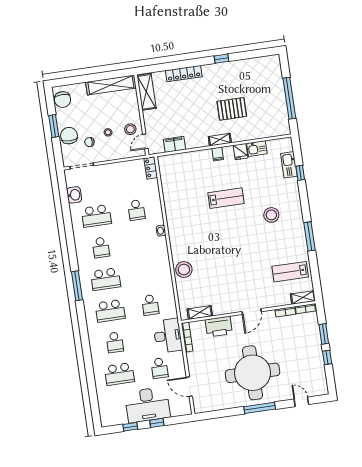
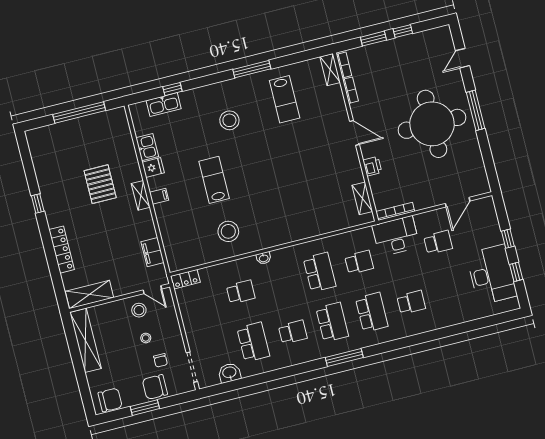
stool: (184, 270) -> (228, 231), moved
lab bench: (290, 272) -> (285, 99), moved
printer: (219, 327) -> (372, 166), width x0.53, depth x0.68
school desk: (119, 374) -> (320, 272), moved
desk: (147, 405) -> (492, 275), moved

